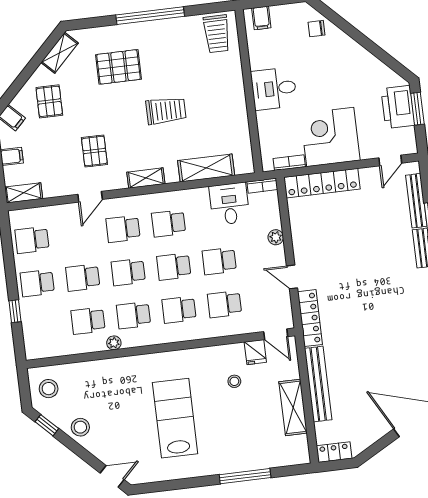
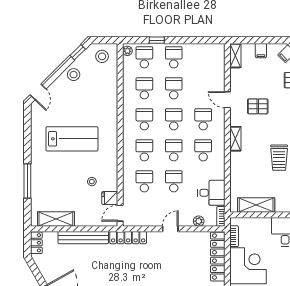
shelving: (206, 168) -> (256, 205), moved, turned 90
plant: (276, 237) -> (199, 221), moved
school desk: (32, 240) -> (144, 57), moved
door: (292, 277) -> (170, 229), moved
plant: (114, 343) -> (127, 51), moved
shelving: (293, 407) -> (56, 219), moved

